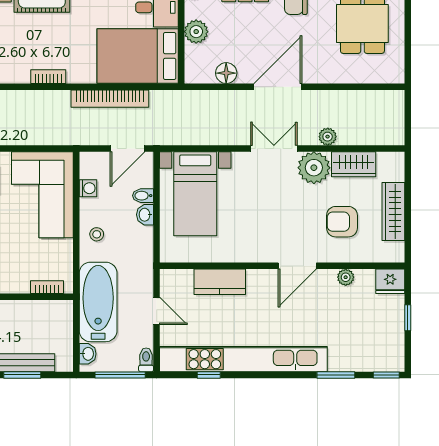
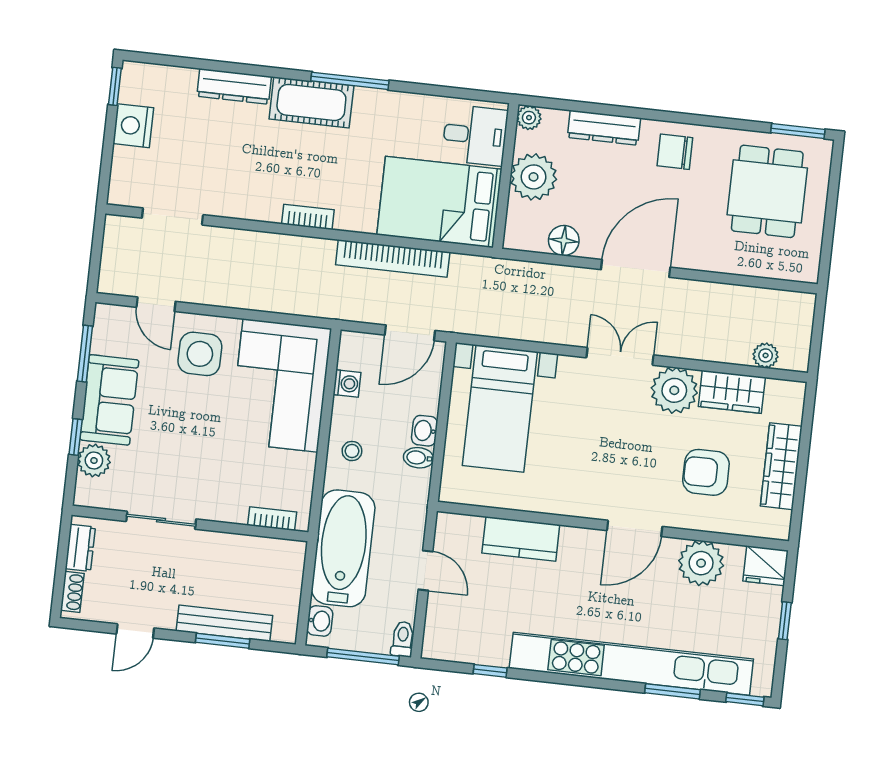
plant: (196, 32) -> (534, 177), width x1.36, depth x1.36
plant: (328, 137) -> (766, 355), moved
bidet: (143, 196) -> (419, 458), moved
plant: (346, 277) -> (701, 563), width x1.88, depth x1.88
kitchen unit: (243, 359) -> (631, 664), moved

